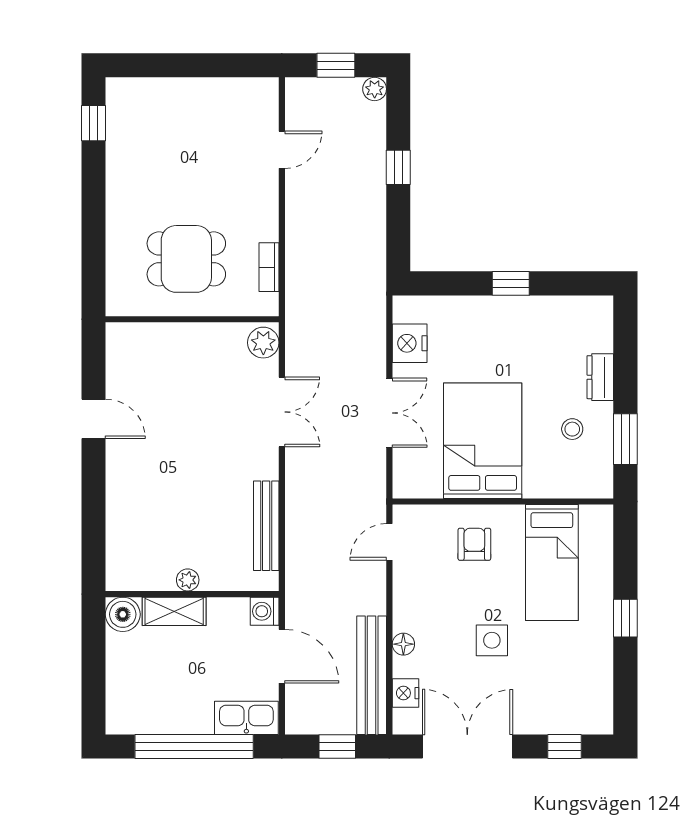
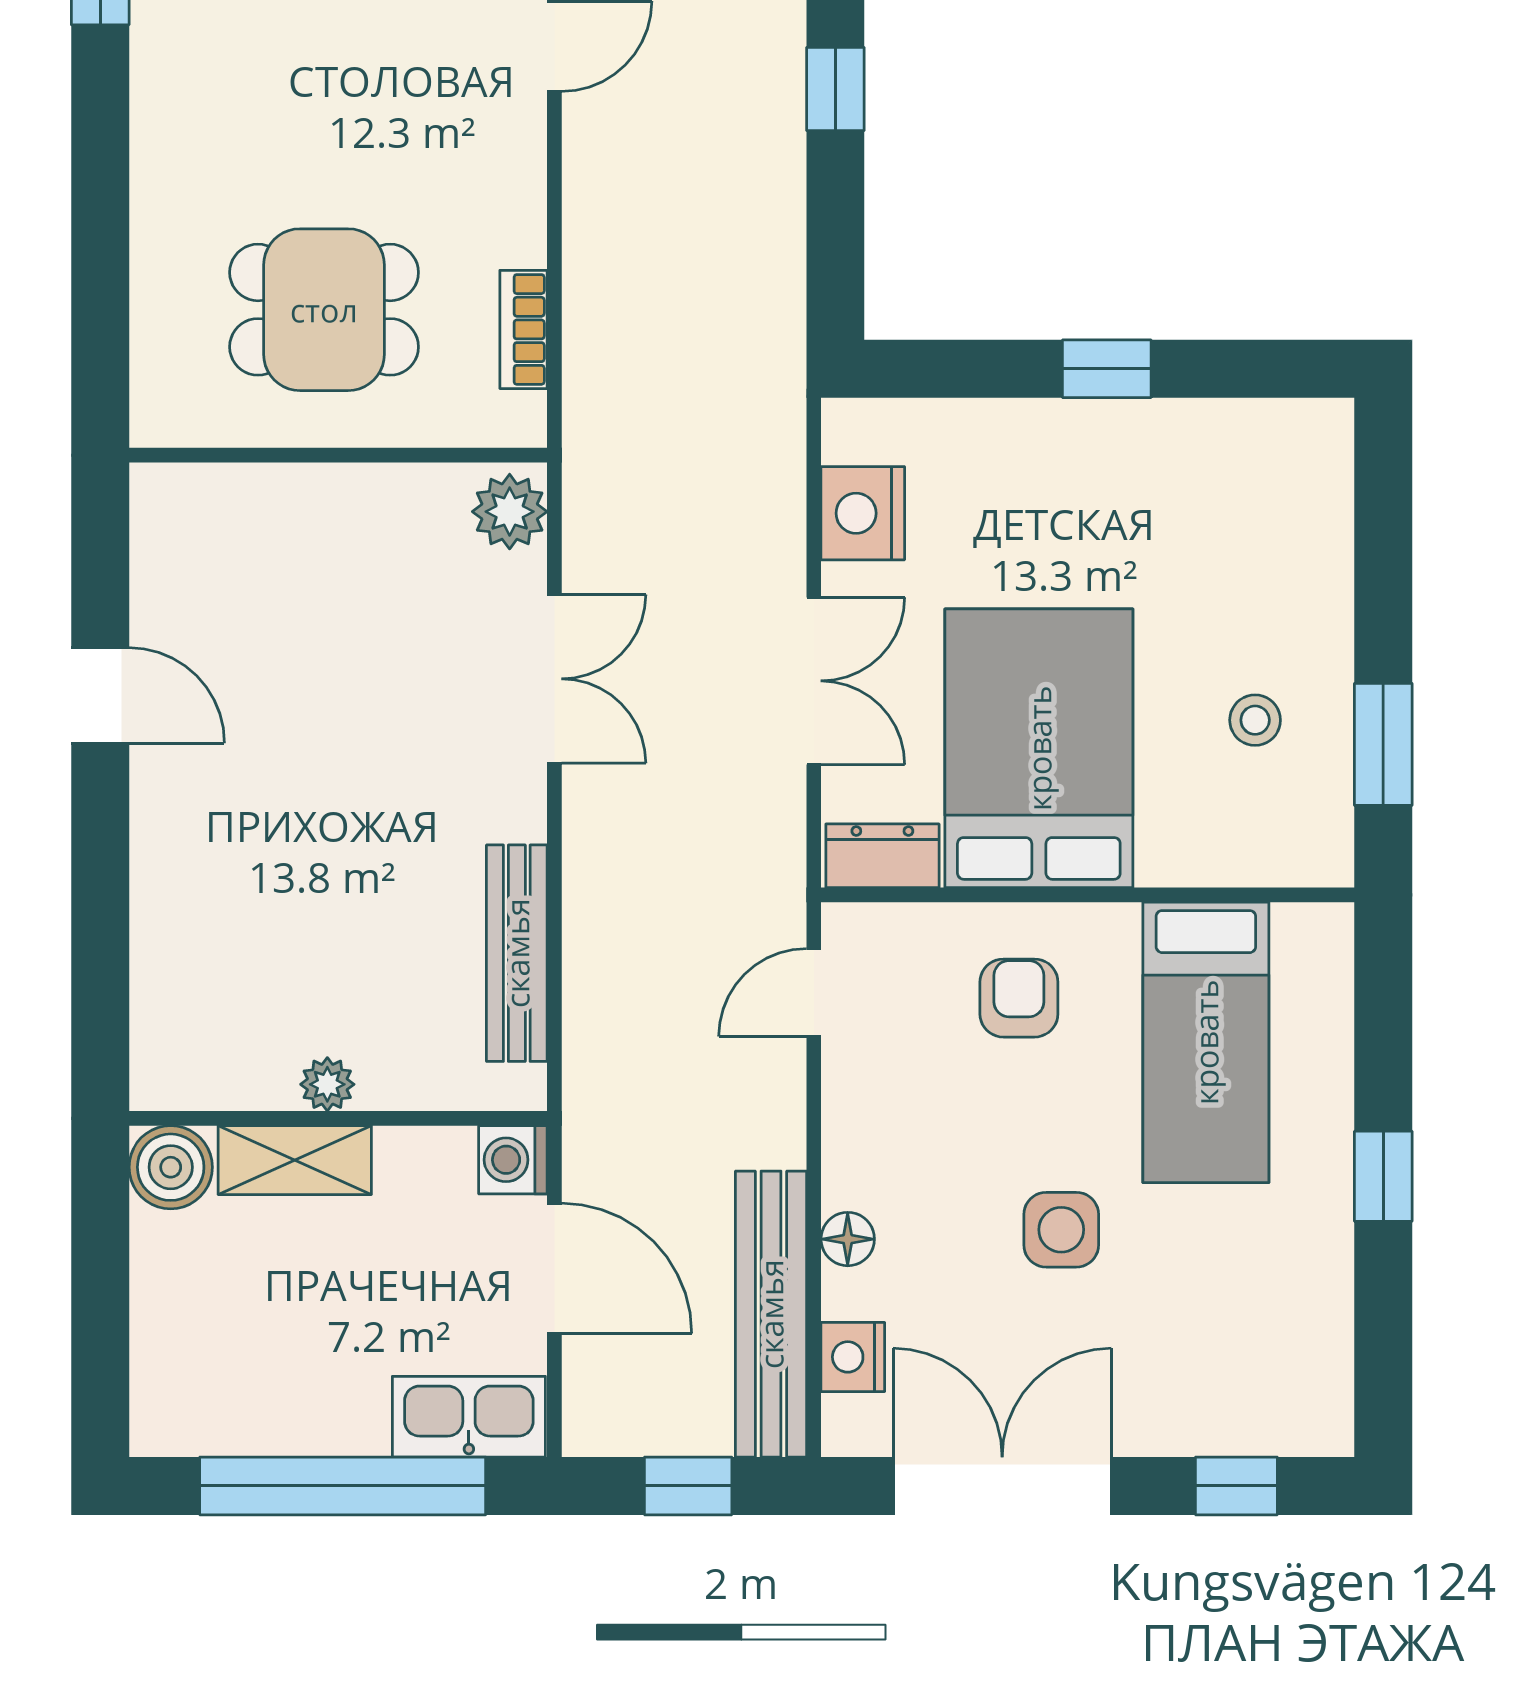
dresser: (600, 377) -> (882, 856), moved, turned 90

